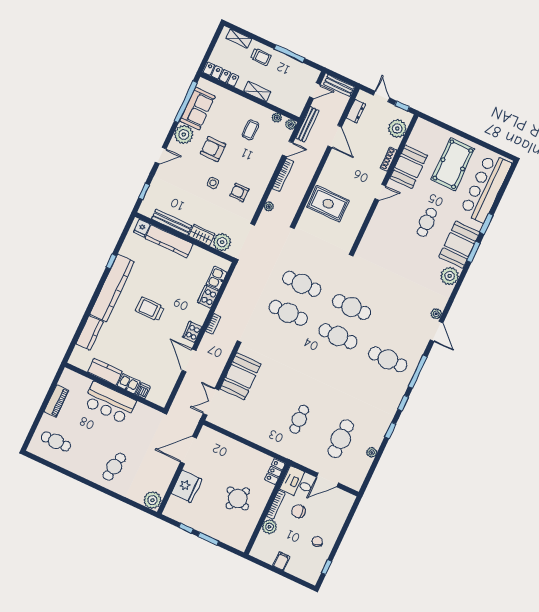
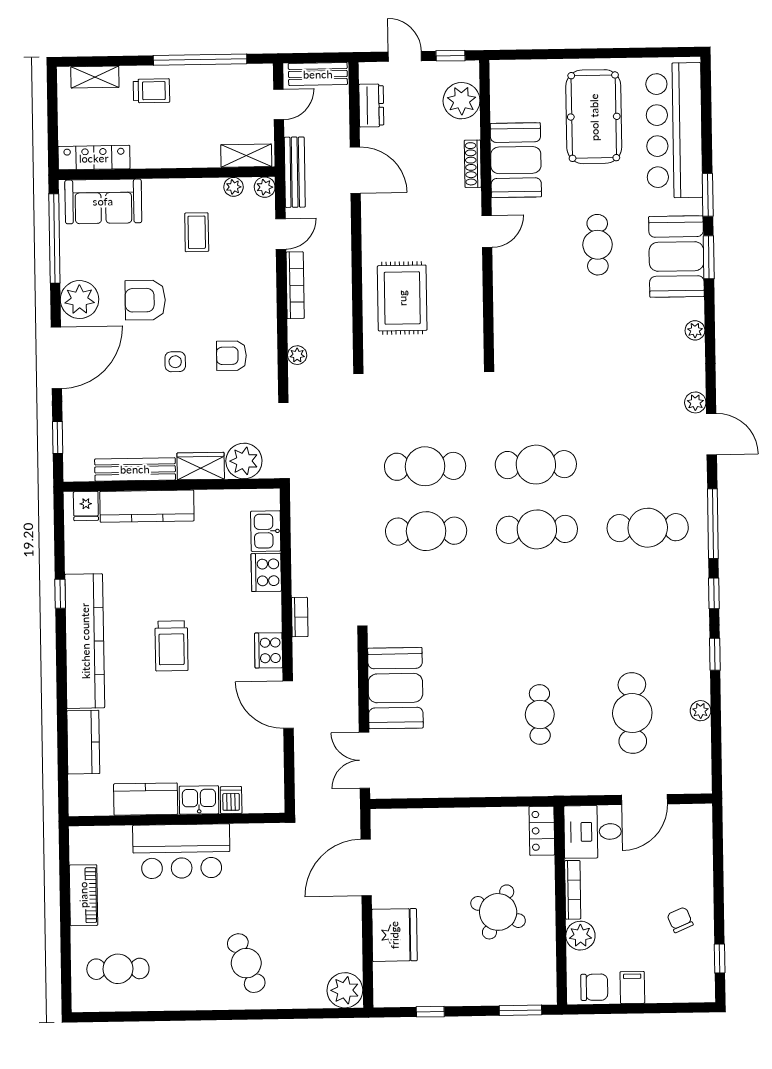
window: (289, 54) -> (200, 60), width x1.46
shelving: (257, 92) -> (246, 156), moved
sofa: (197, 109) -> (103, 201), moved, turned 90
door: (161, 155) -> (56, 358), width x1.87
rug: (328, 204) -> (402, 298), turned 90
plant: (450, 276) -> (695, 330), width x0.53, depth x0.53
trolley: (150, 309) -> (172, 646), turned -90
cafe table: (114, 467) -> (246, 963), turned -32
chair: (299, 511) -> (594, 987), moved, turned 180
window: (208, 539) -> (520, 1010), moved

